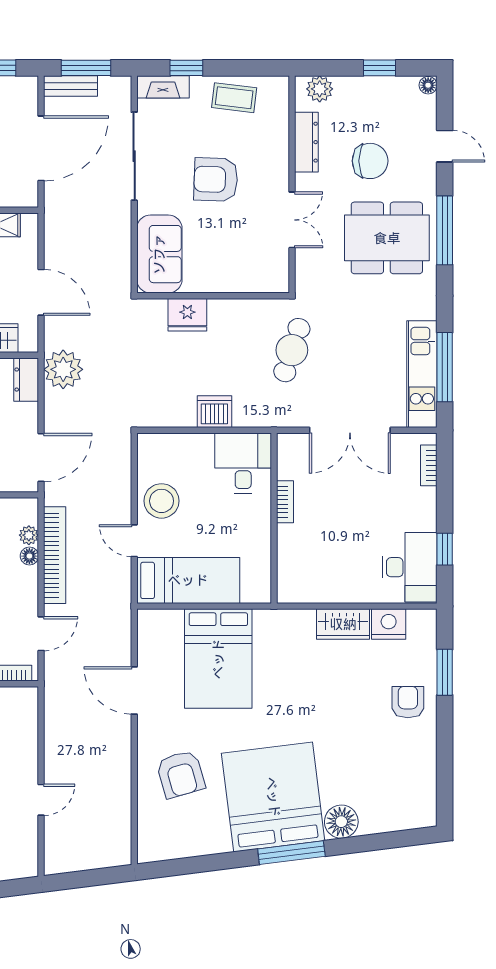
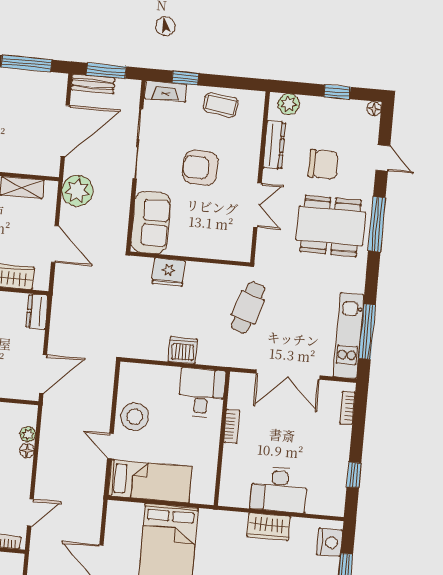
plant: (63, 369) -> (77, 191), moved
bookcase: (55, 555) -> (47, 452), removed
desk: (410, 567) -> (279, 490), moved, turned 90
nightstand: (389, 624) -> (330, 542), moved, turned 90

